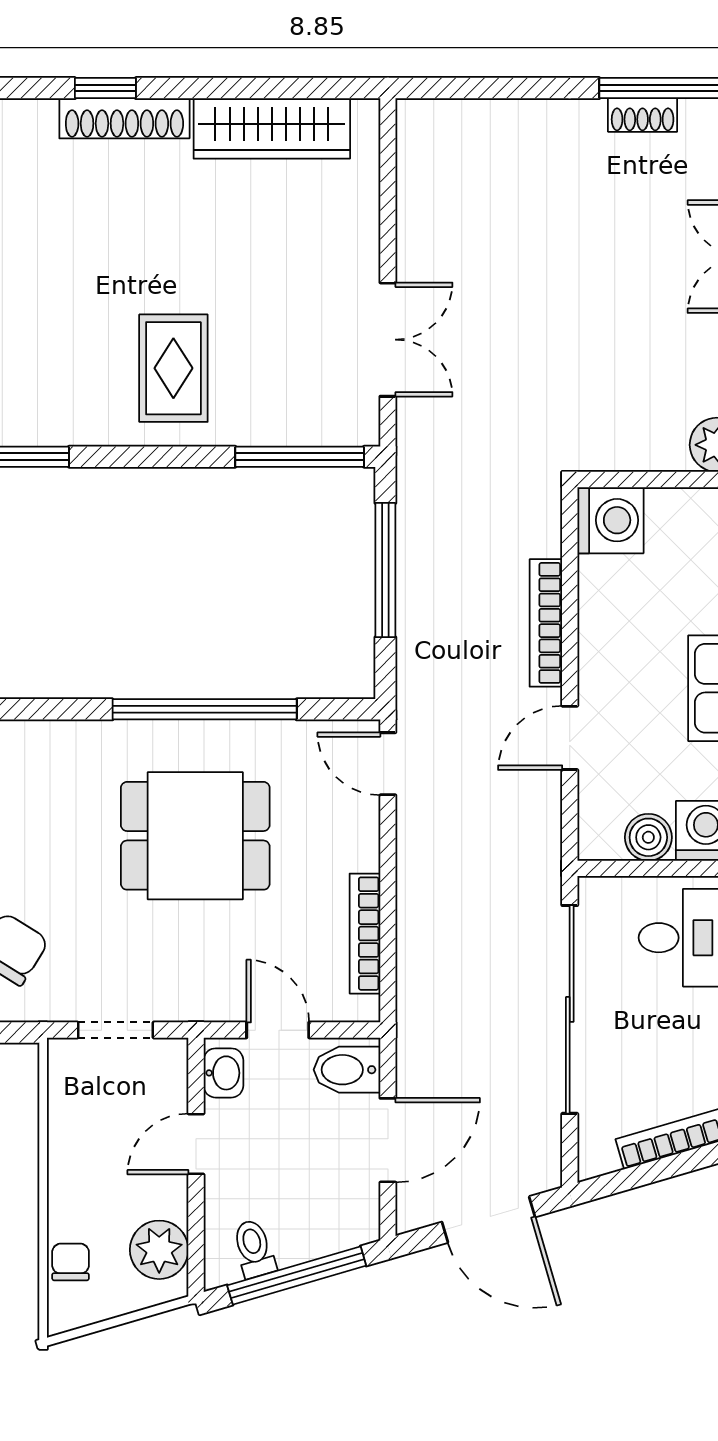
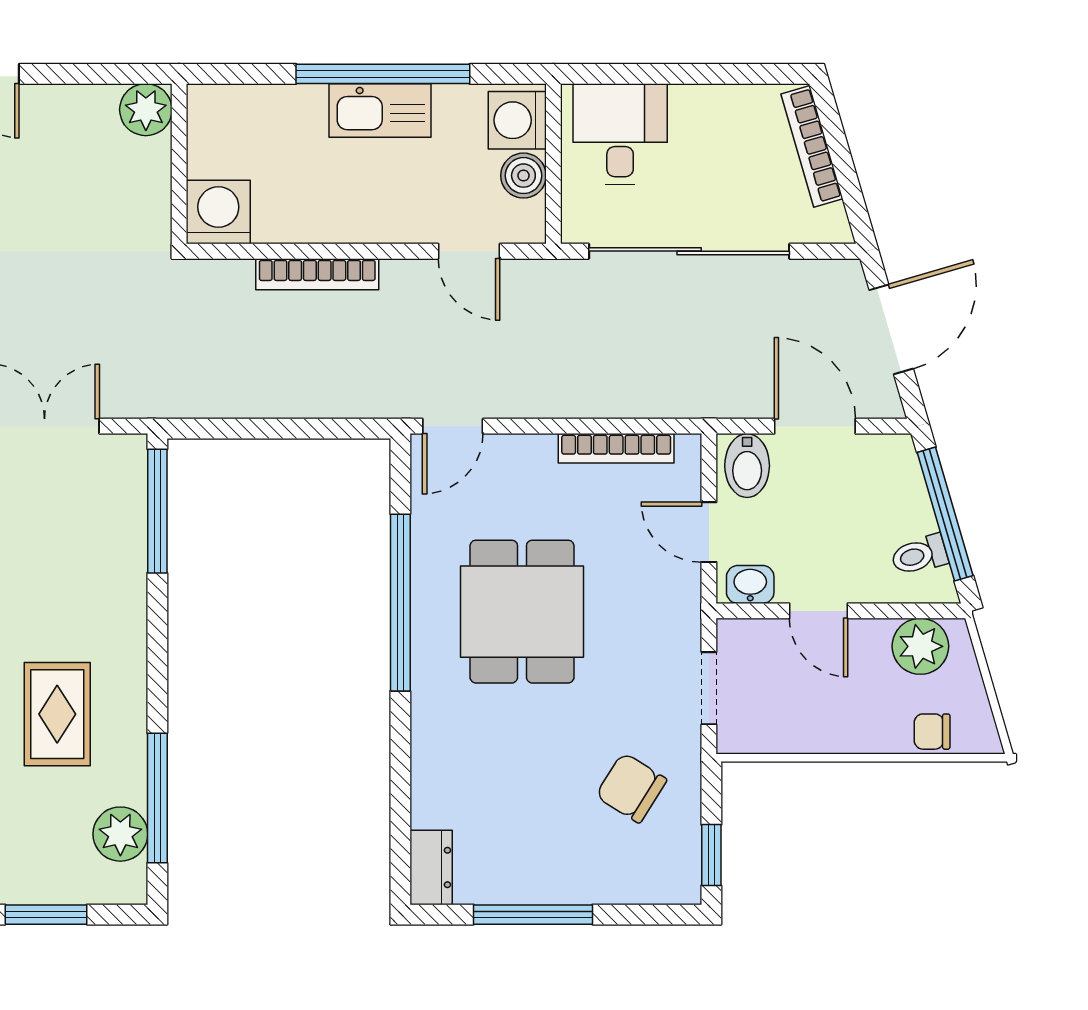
rug: (173, 368) -> (57, 714), moved, turned 90
window: (385, 570) -> (266, 429), removed
door: (570, 738) -> (469, 251), moved
door: (278, 1030) -> (709, 532), hinge flipped

